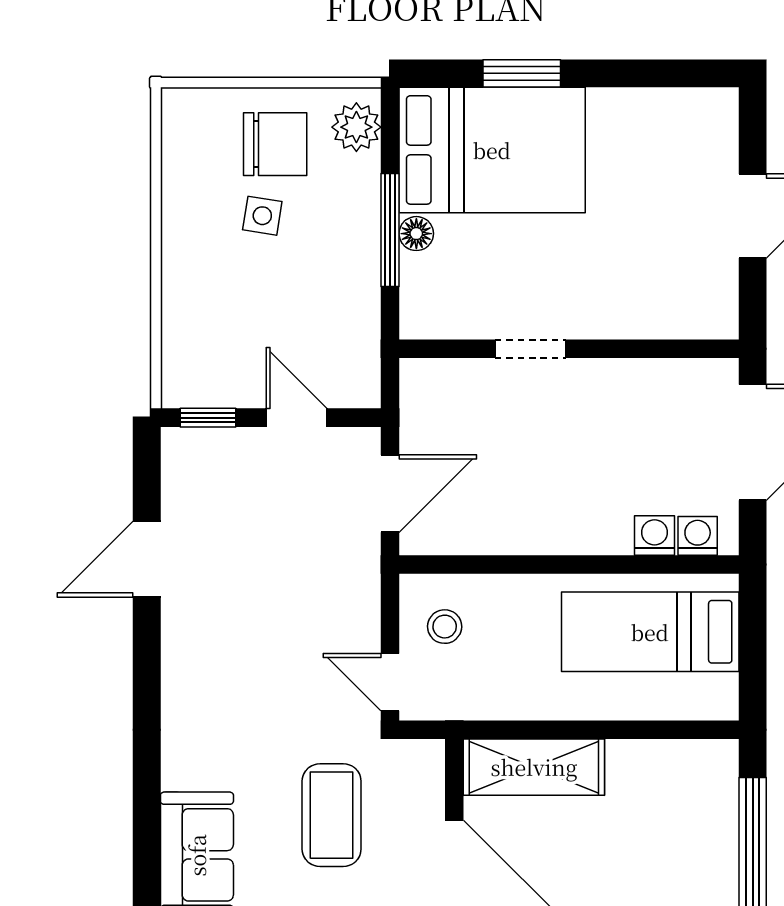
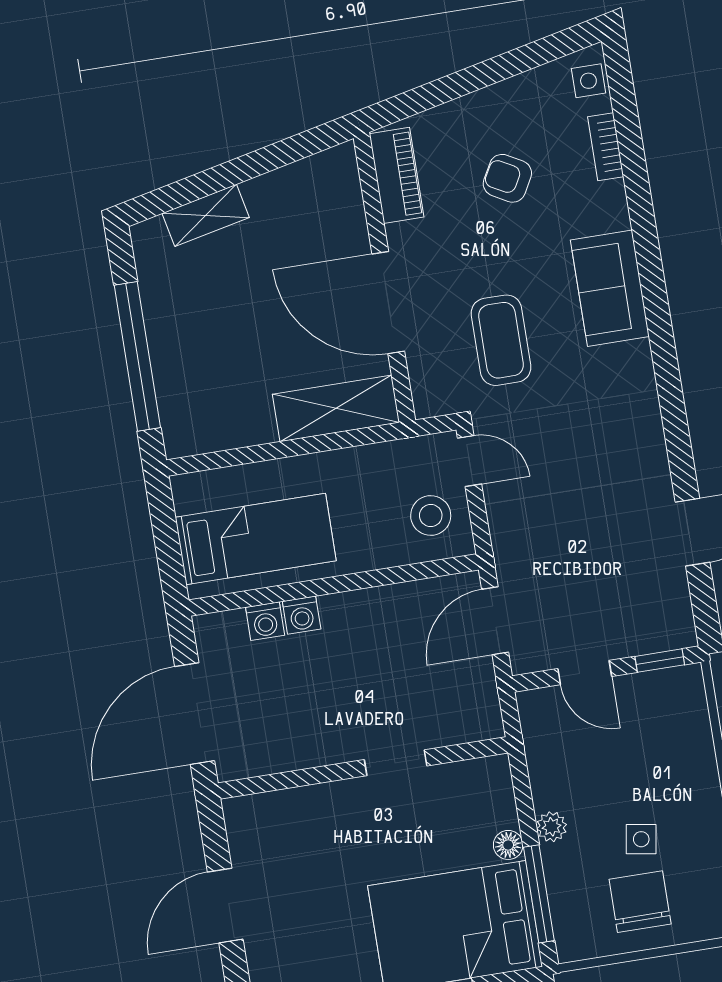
plant: (356, 127) -> (552, 827), moved, width x0.73, depth x0.73
chair: (275, 144) -> (640, 902), turned 90
window: (390, 230) -> (539, 894), moved
washing machine: (698, 536) -> (302, 615), moved
stool: (445, 627) -> (431, 516), width x1.37, depth x1.37

